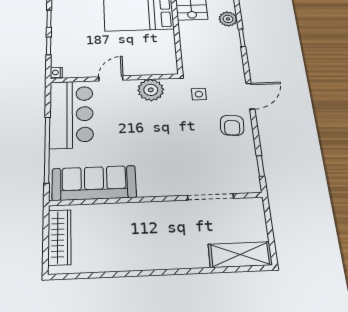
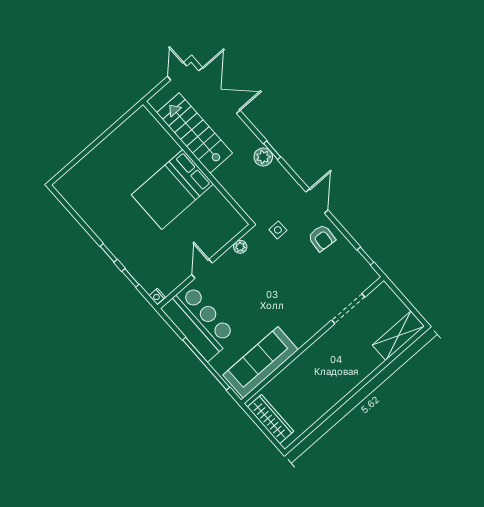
plant: (228, 19) -> (263, 157), moved
plant: (151, 90) -> (240, 247), width x0.53, depth x0.53

